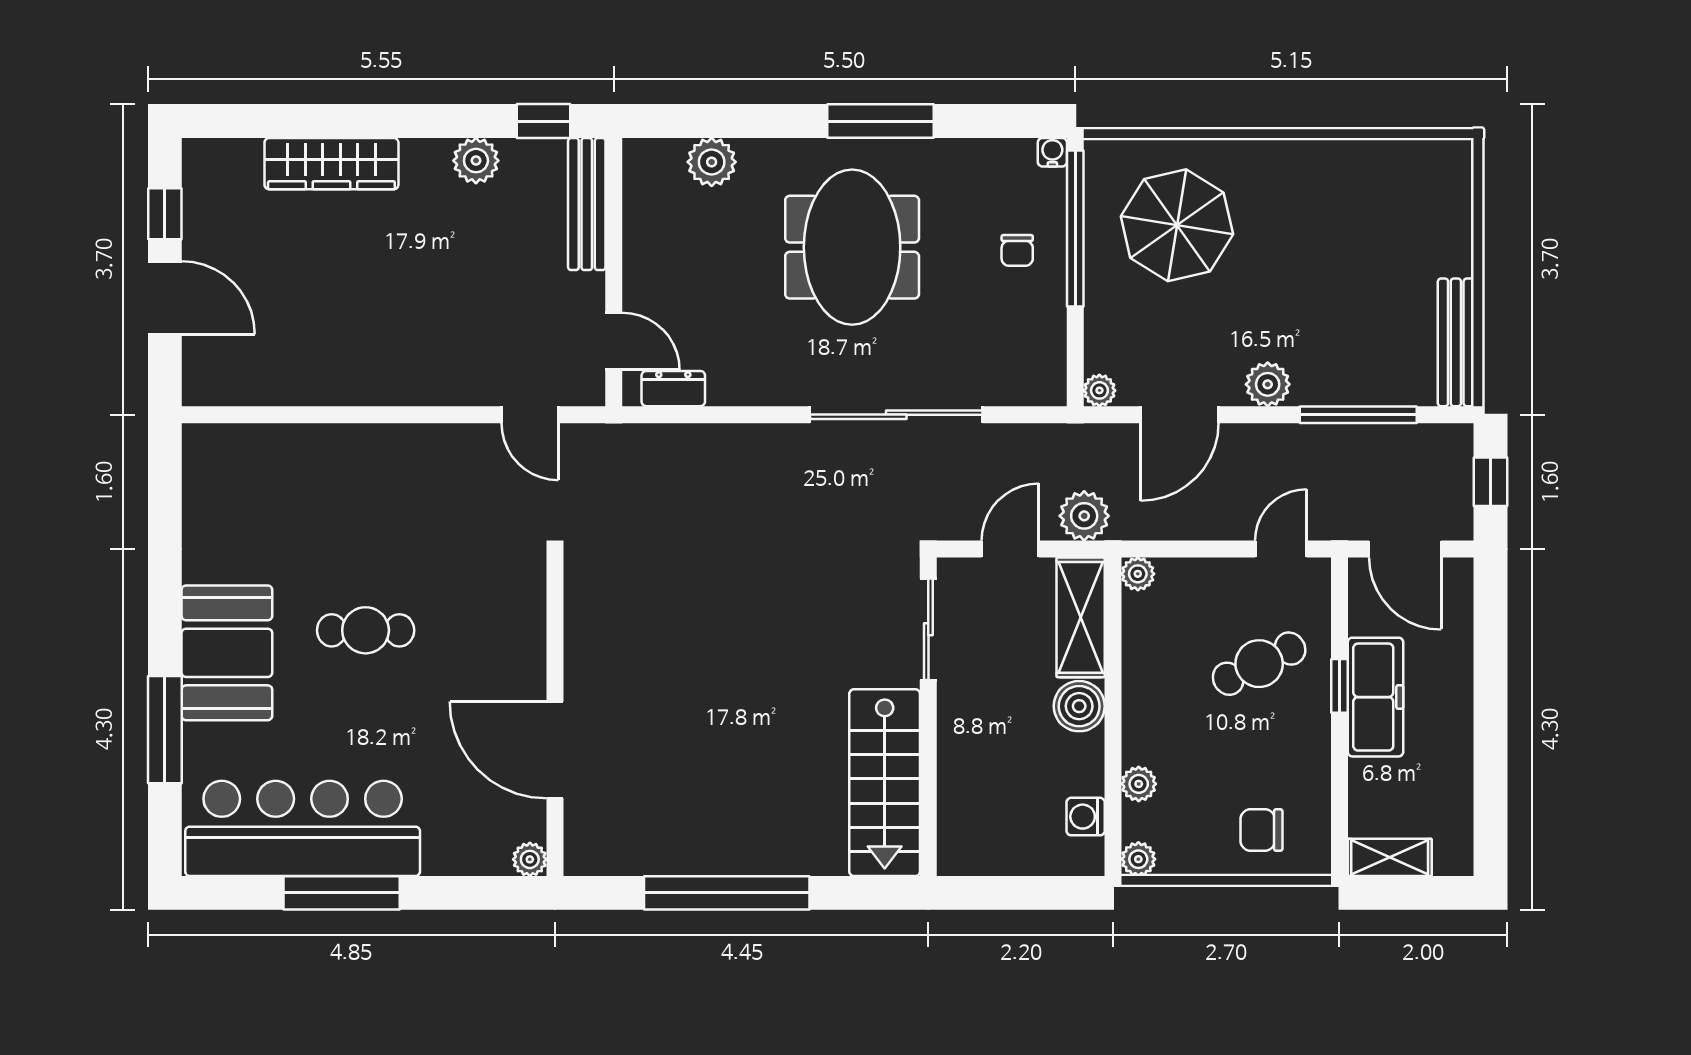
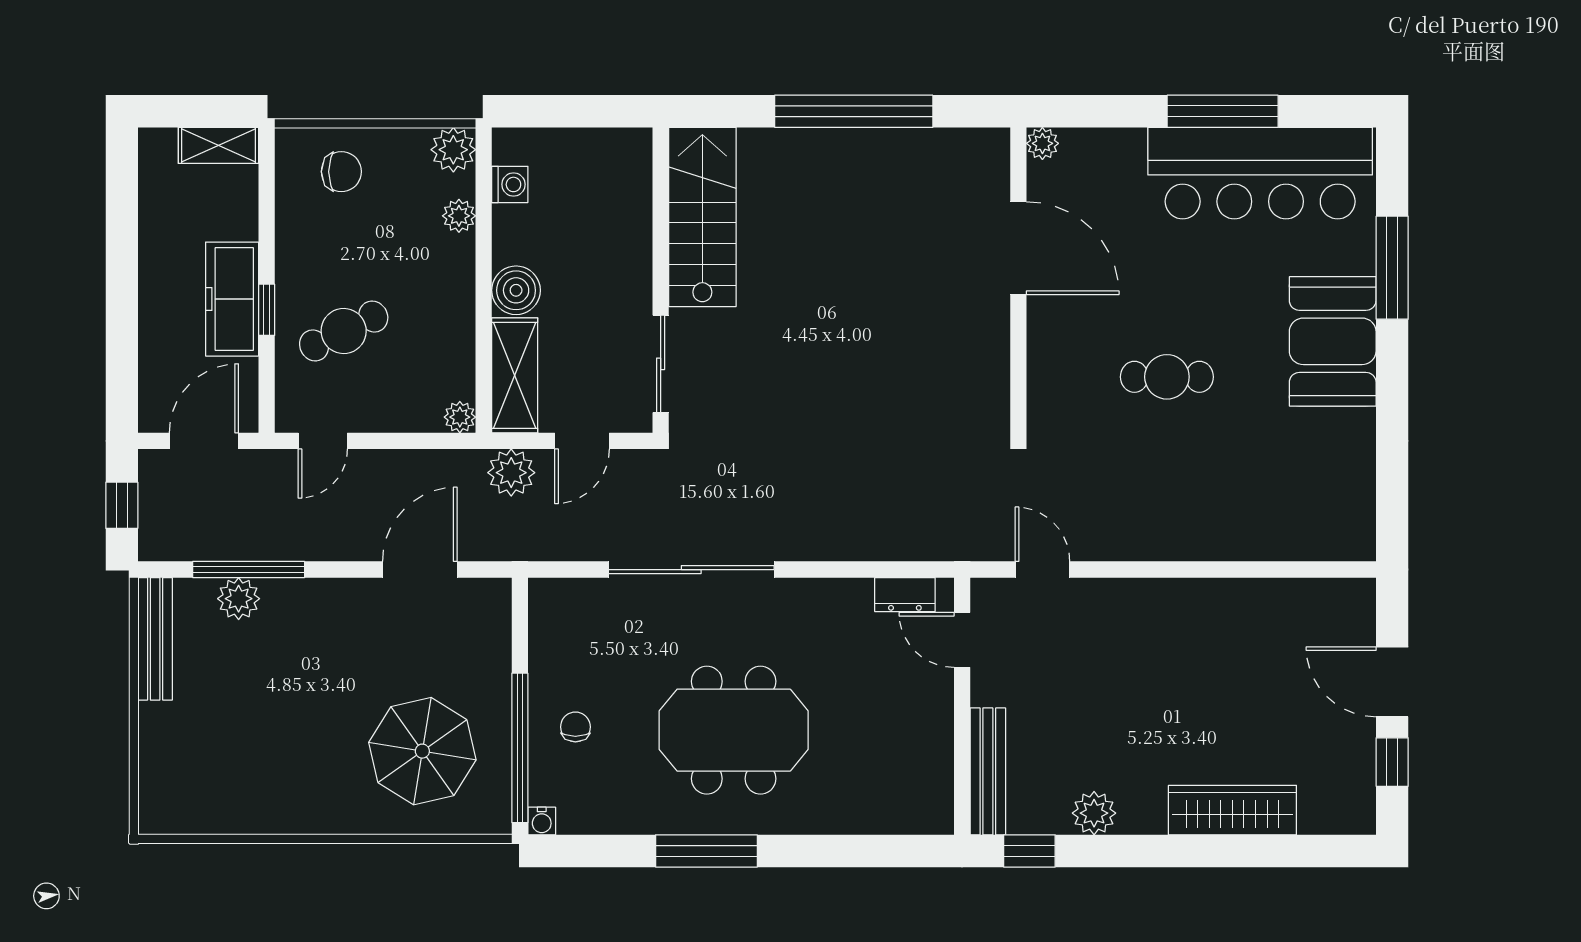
plant: (712, 162) -> (868, 812), removed
meeting table: (852, 247) -> (734, 730), turned 90
plant: (1268, 384) -> (239, 599), moved
plant: (1099, 390) -> (497, 593), removed
door: (1405, 549) -> (204, 441), hinge flipped
cafe table: (366, 630) -> (1167, 377), moved
plant: (1138, 859) -> (453, 150), width x1.38, depth x1.38

